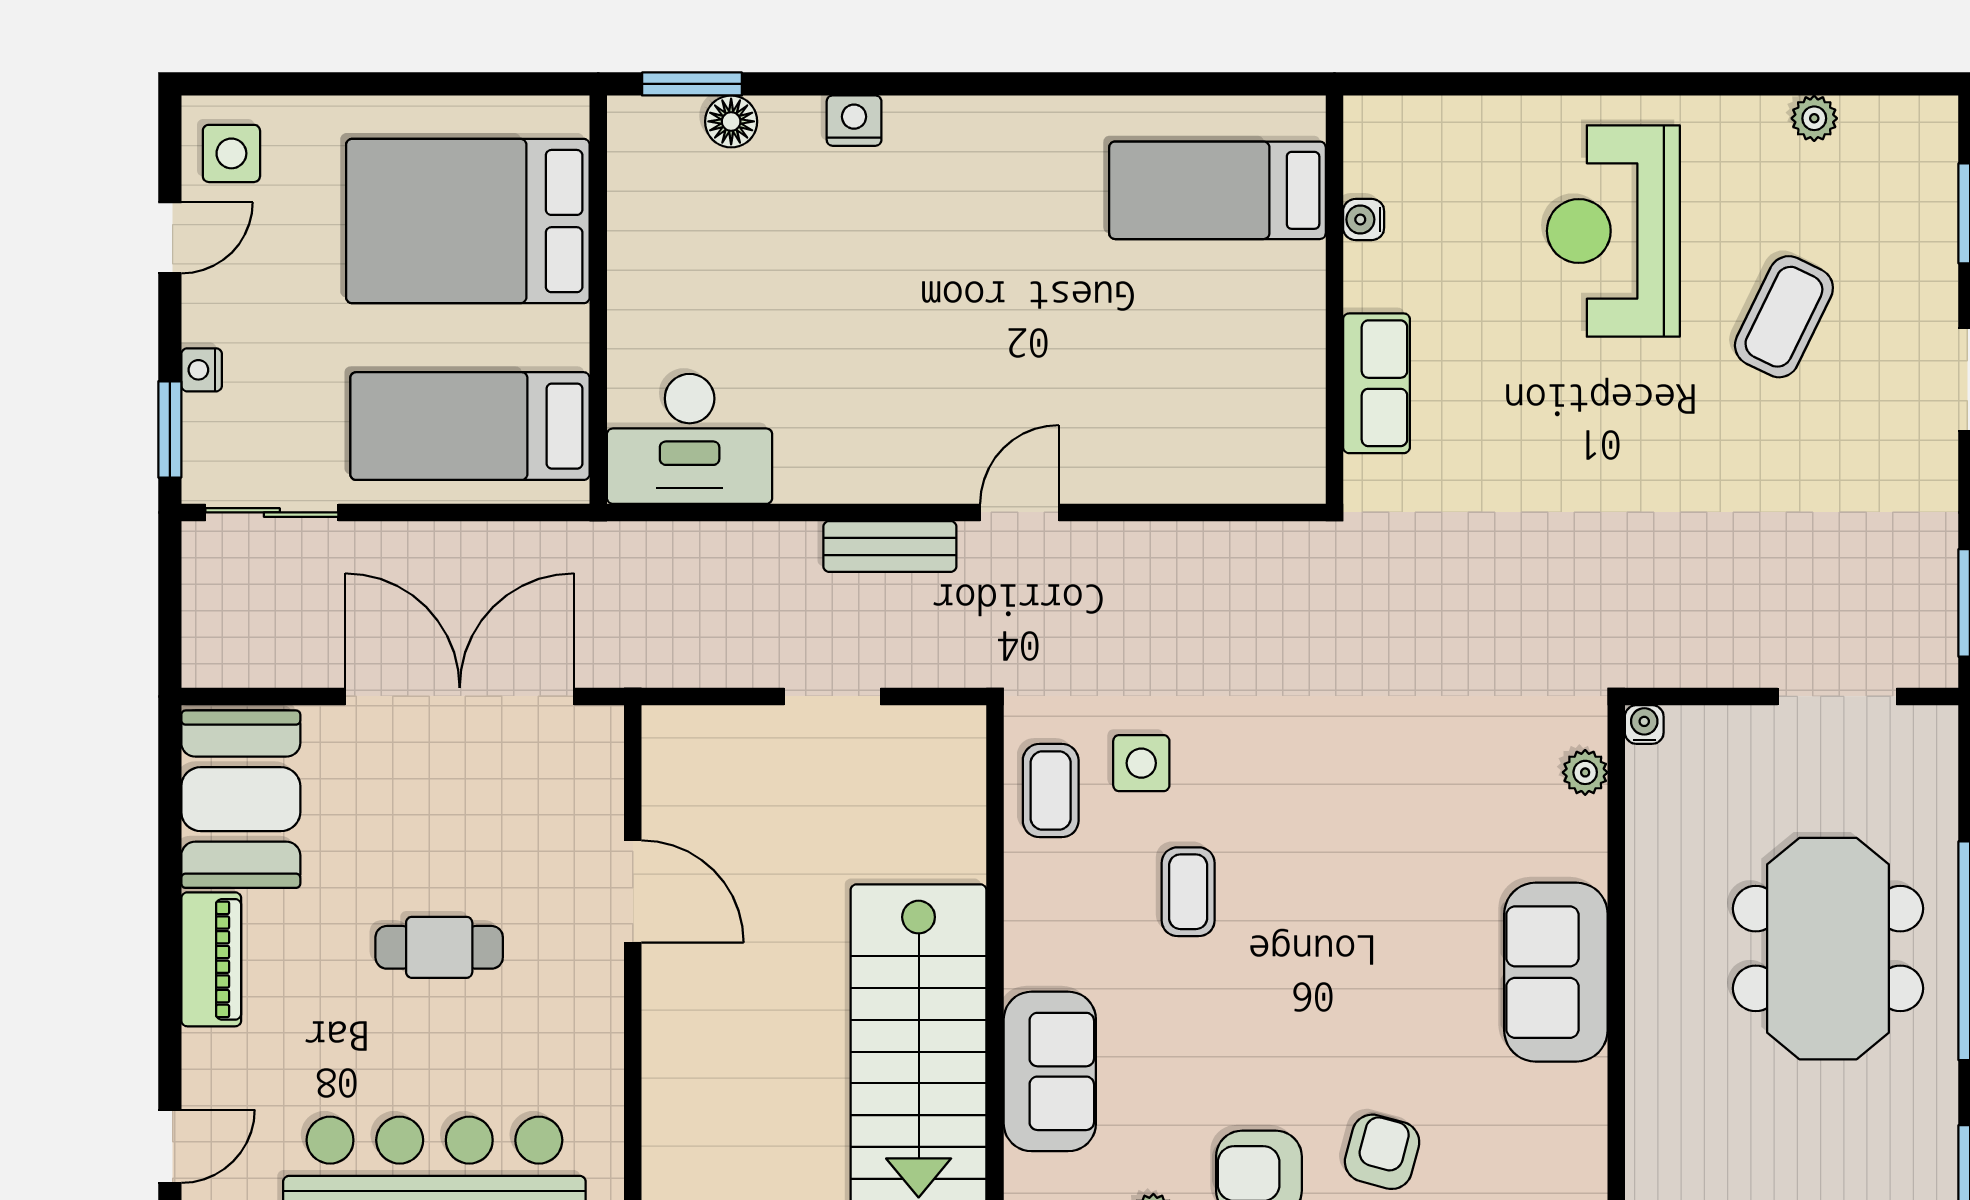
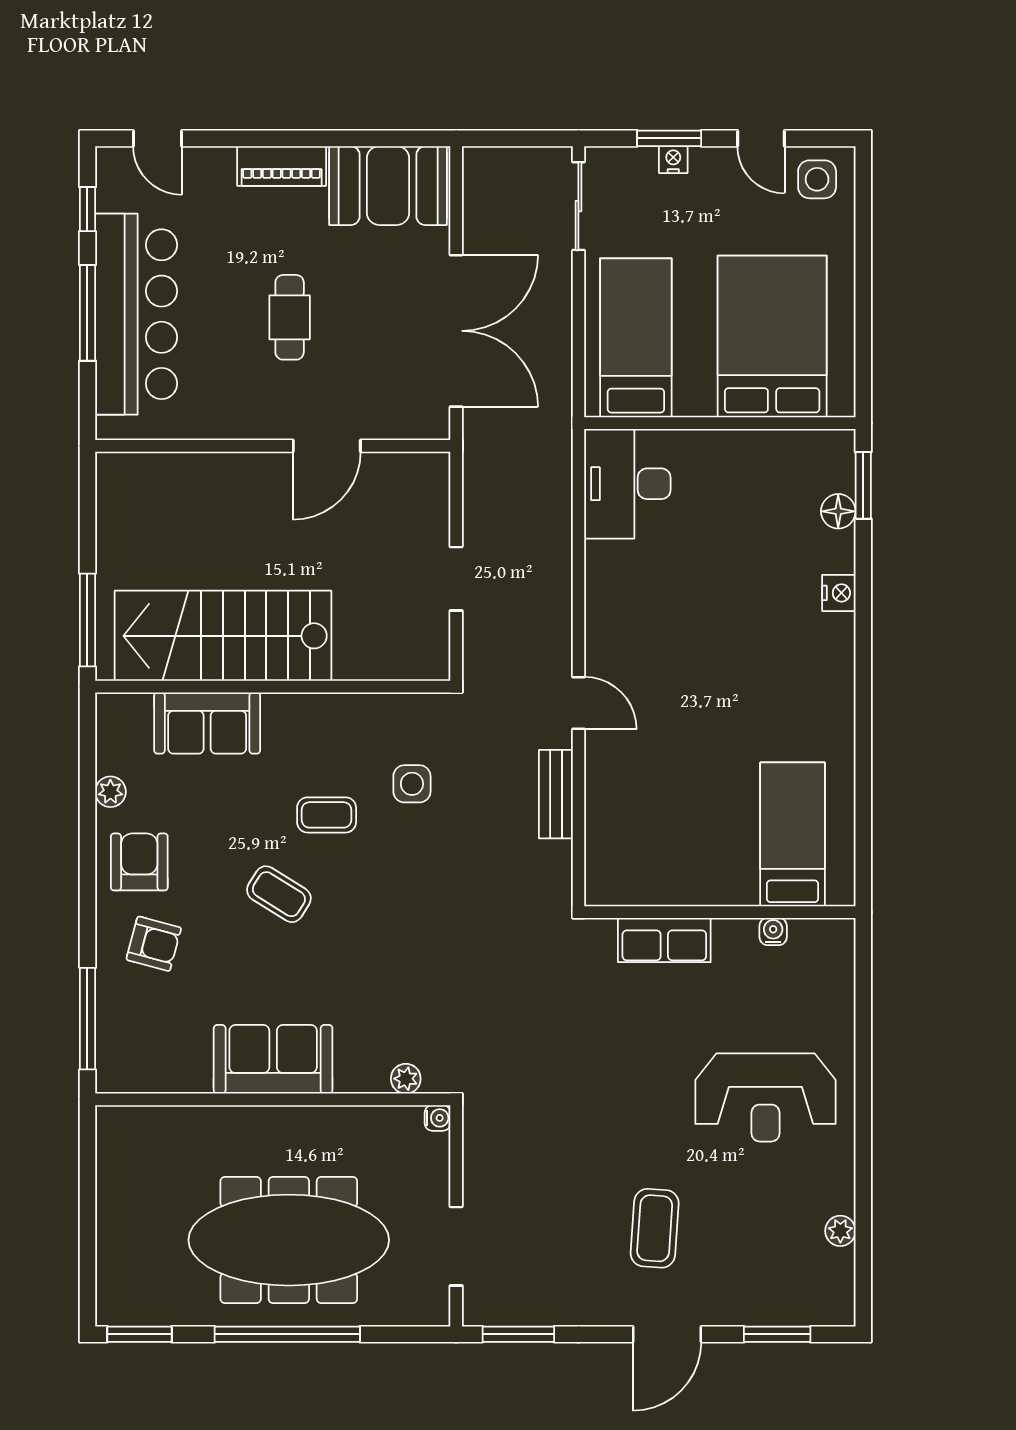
reception desk: (1613, 231) -> (765, 1097), turned 180
coffee table: (1784, 317) -> (655, 1228), moved, turned 68
window: (170, 429) -> (669, 138), moved
bench: (890, 546) -> (556, 794), moved
coffee table: (1051, 791) -> (279, 894), moved, turned 32
meeting table: (1828, 949) -> (289, 1240), width x1.36

